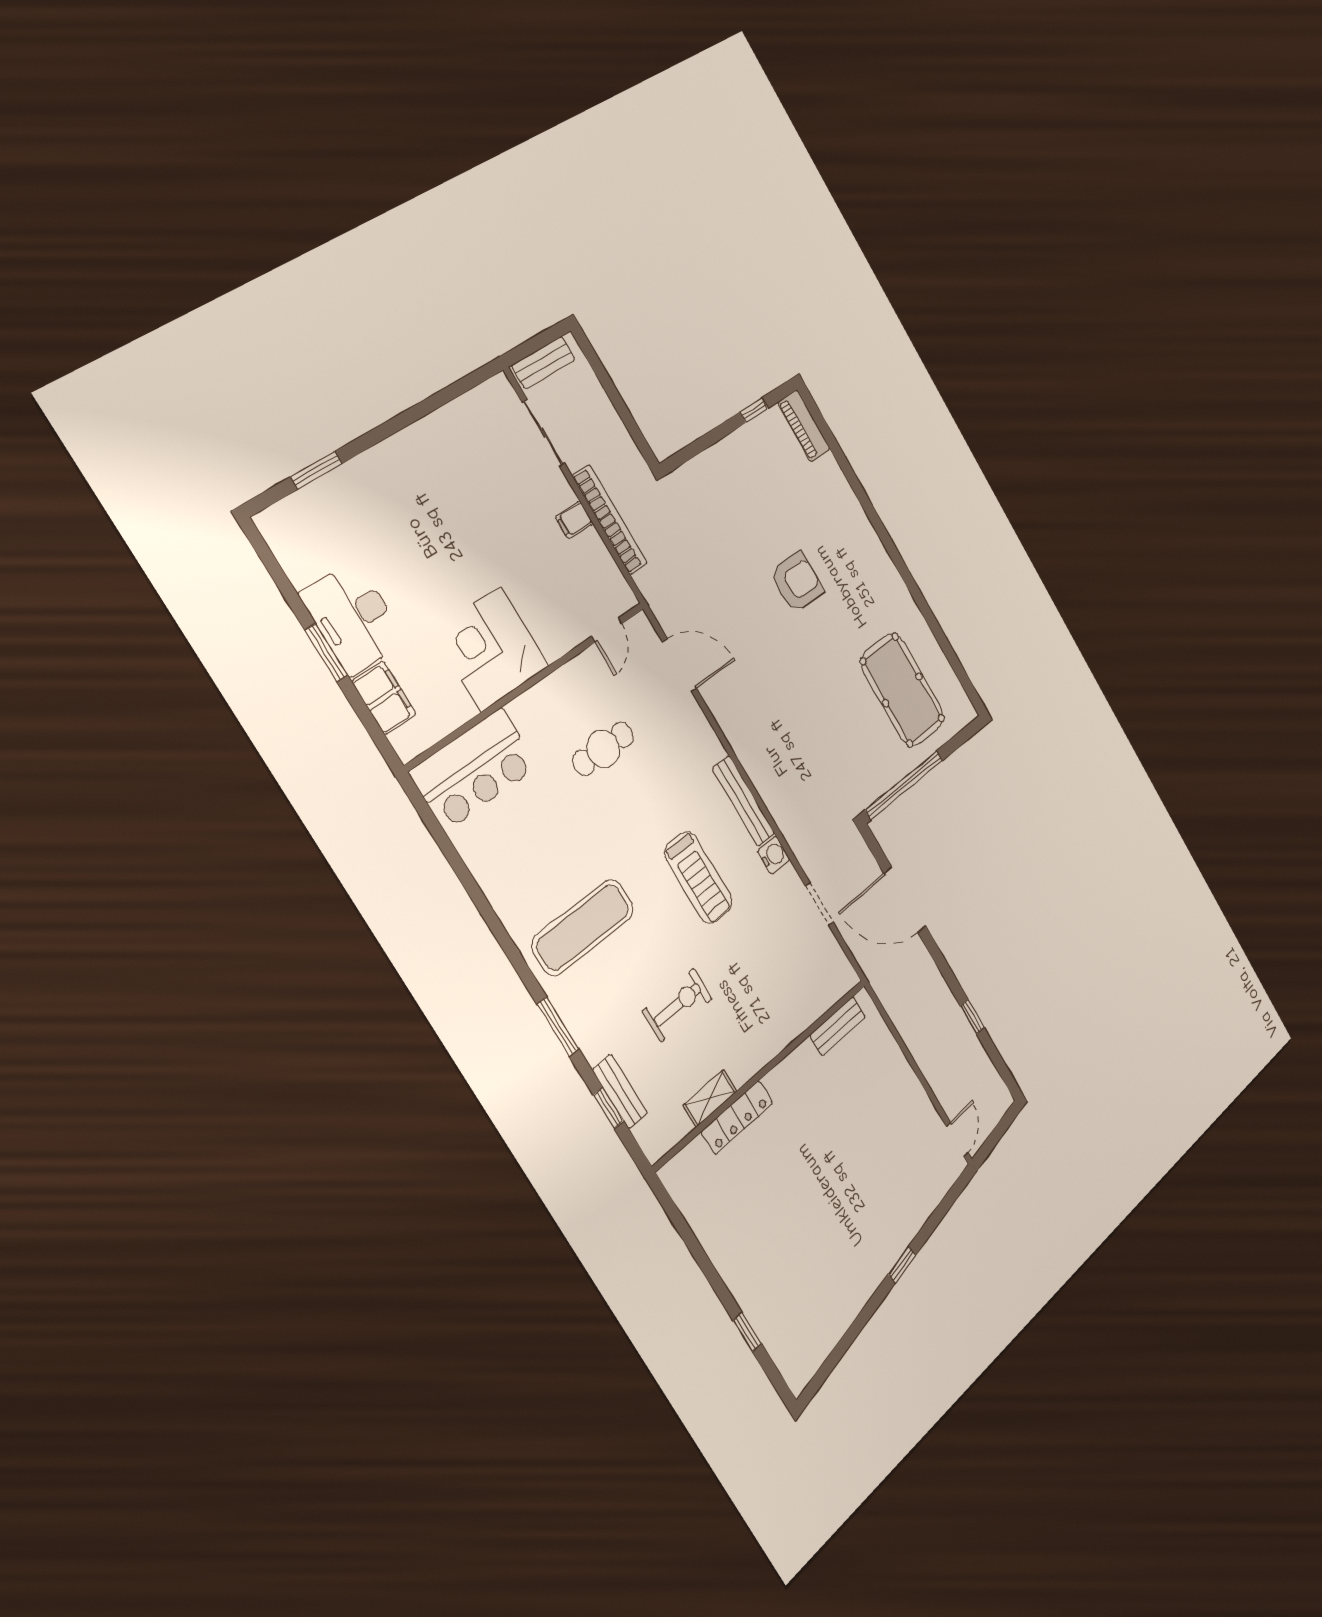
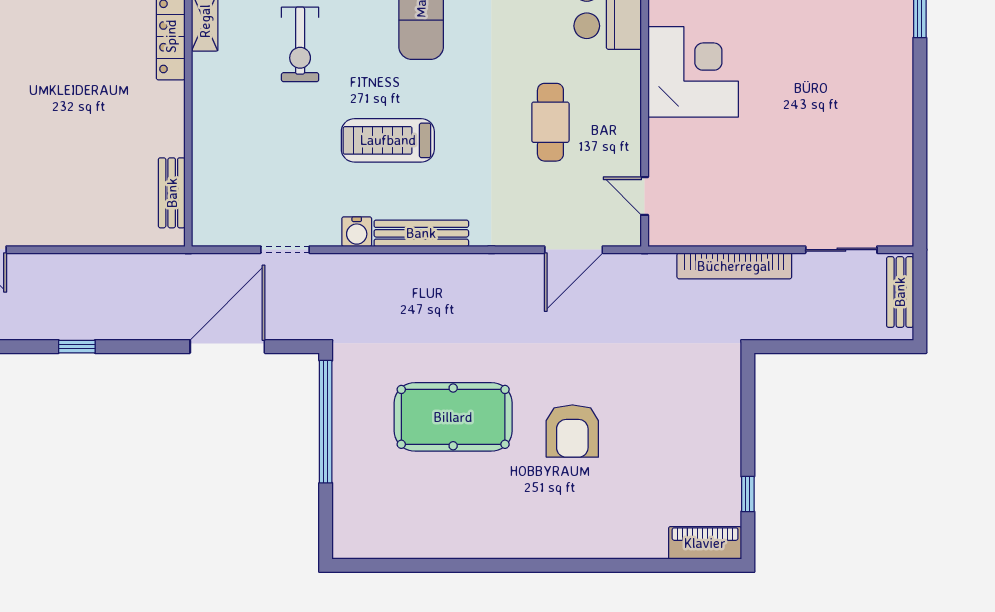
filing cabinet: (574, 520) -> (753, 229), removed
pool table: (902, 690) -> (453, 417), moved

